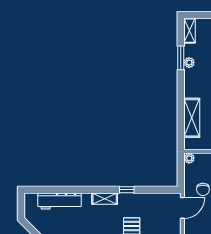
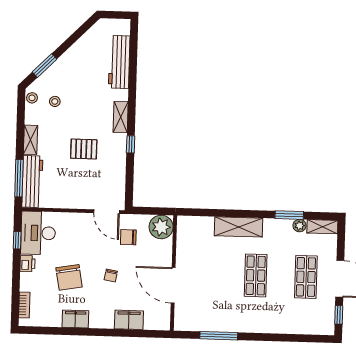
plant: (189, 63) -> (300, 226), moved
shelving: (192, 118) -> (239, 227), moved
plant: (189, 158) -> (161, 227), width x1.88, depth x1.88

